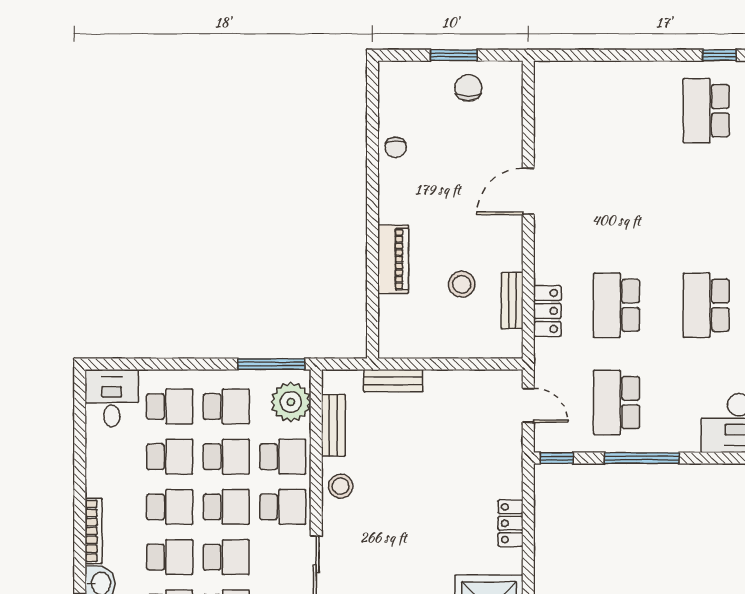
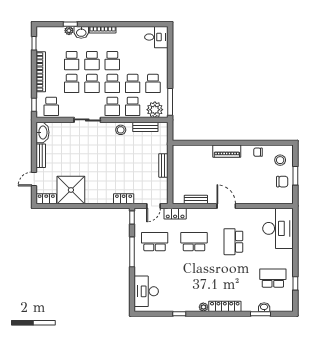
desk: (584, 98) -> (278, 228), added
door: (528, 191) -> (226, 206), moved
piano: (393, 259) -> (227, 151), moved
stool: (462, 284) -> (280, 160), moved
school desk: (706, 305) -> (233, 242), moved, turned -90
locker: (547, 311) -> (175, 214), moved
bench: (393, 381) -> (163, 165), moved
school desk: (170, 406) -> (153, 61), removed
school desk: (170, 457) -> (133, 61), removed
locker: (511, 523) -> (124, 199), moved

